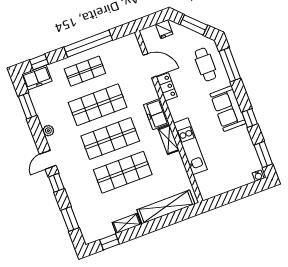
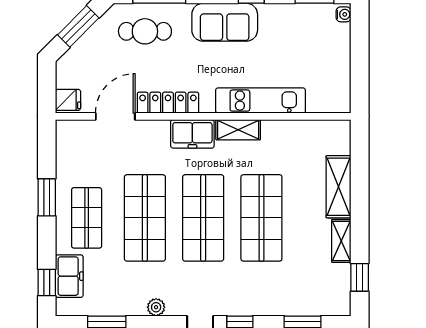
fridge: (164, 29) -> (68, 100), moved
window: (88, 44) -> (47, 197), width x0.47
freezer: (37, 78) -> (69, 276), moved
locker: (167, 87) -> (168, 103), width x1.53
shelving: (166, 207) -> (339, 187), width x0.68

